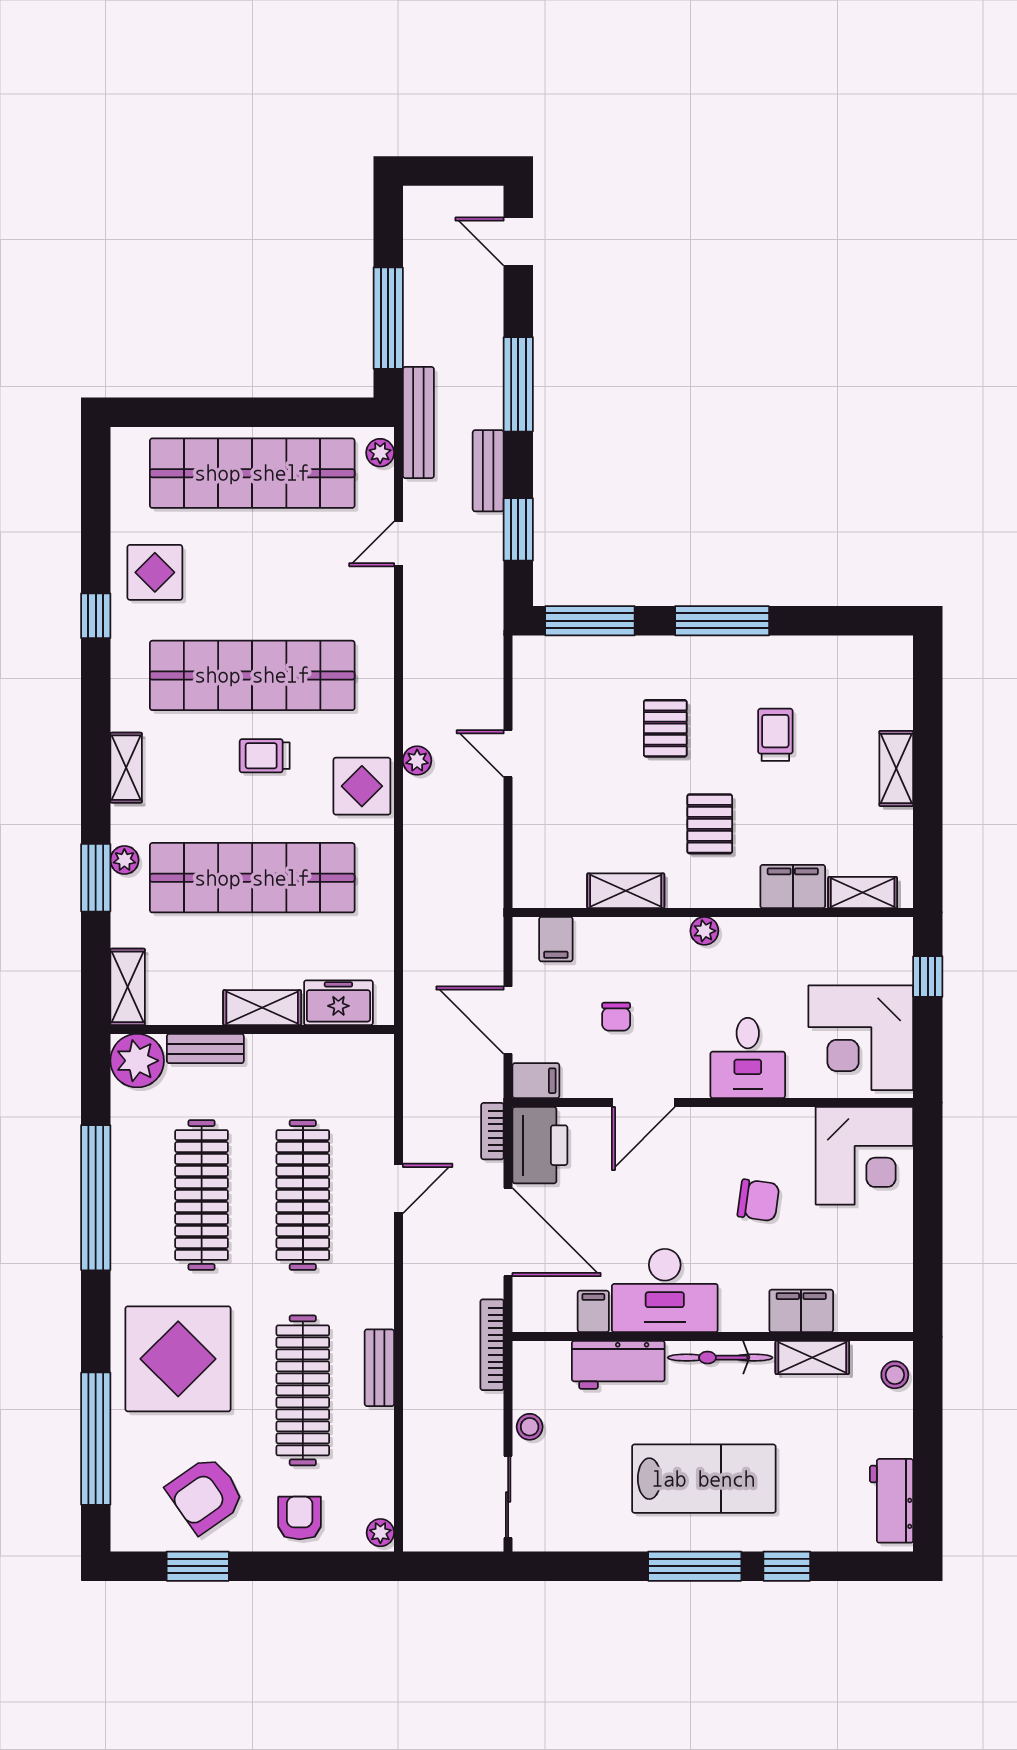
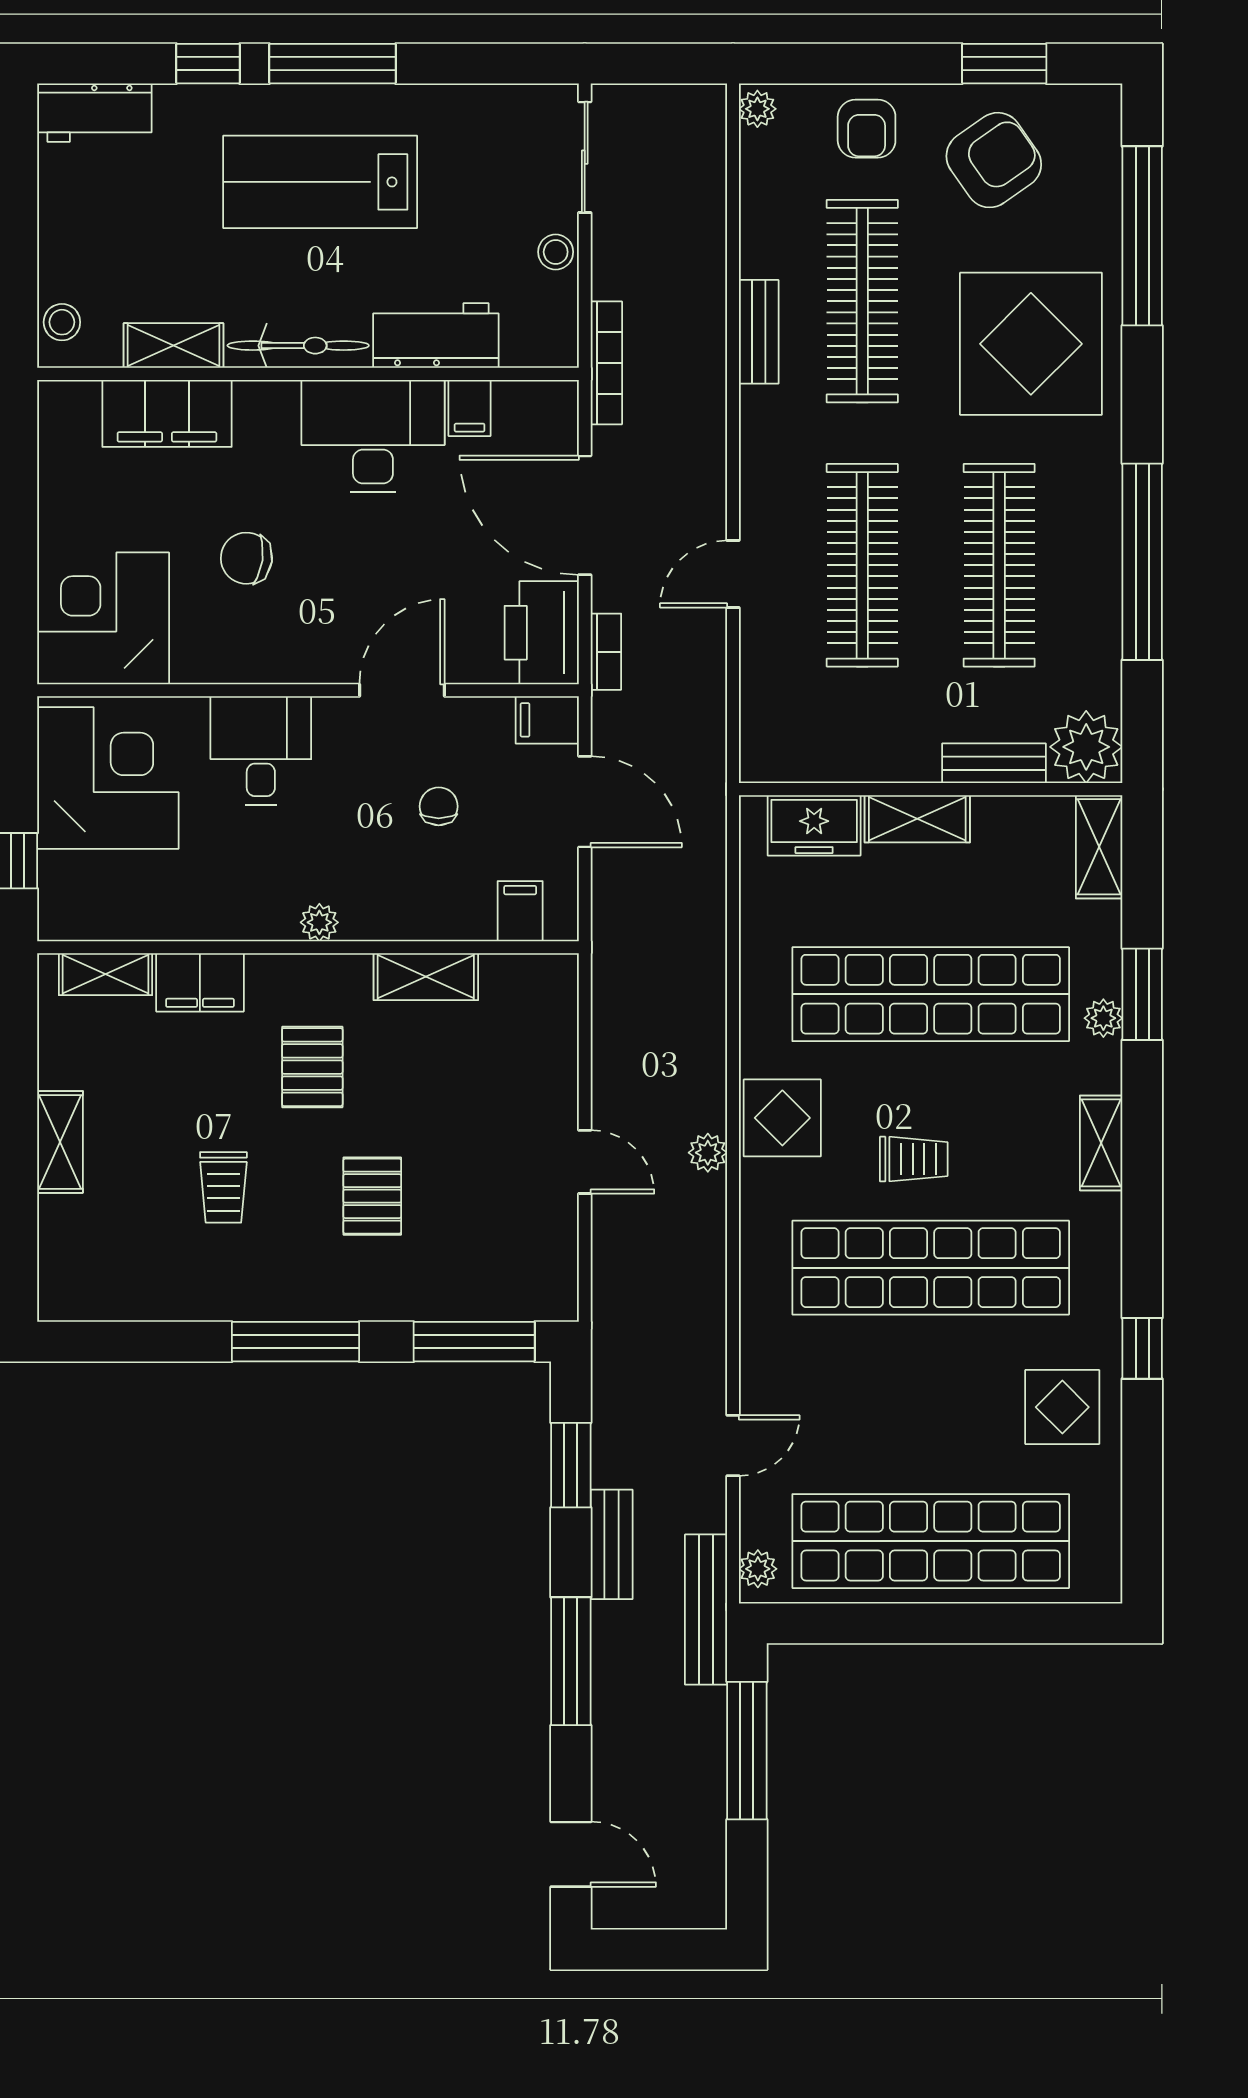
filing cabinet: (801, 1311) -> (167, 413), width x1.50, depth x1.17
workbench: (892, 1501) -> (95, 113), moved, turned 90

